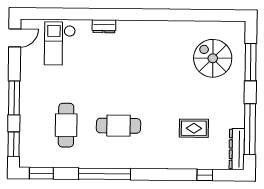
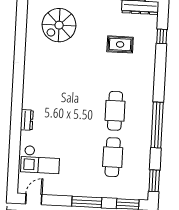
door: (15, 38) -> (34, 199), hinge flipped
cafe table: (66, 125) -> (113, 157), turned 90
rug: (194, 128) -> (120, 44), turned 90

